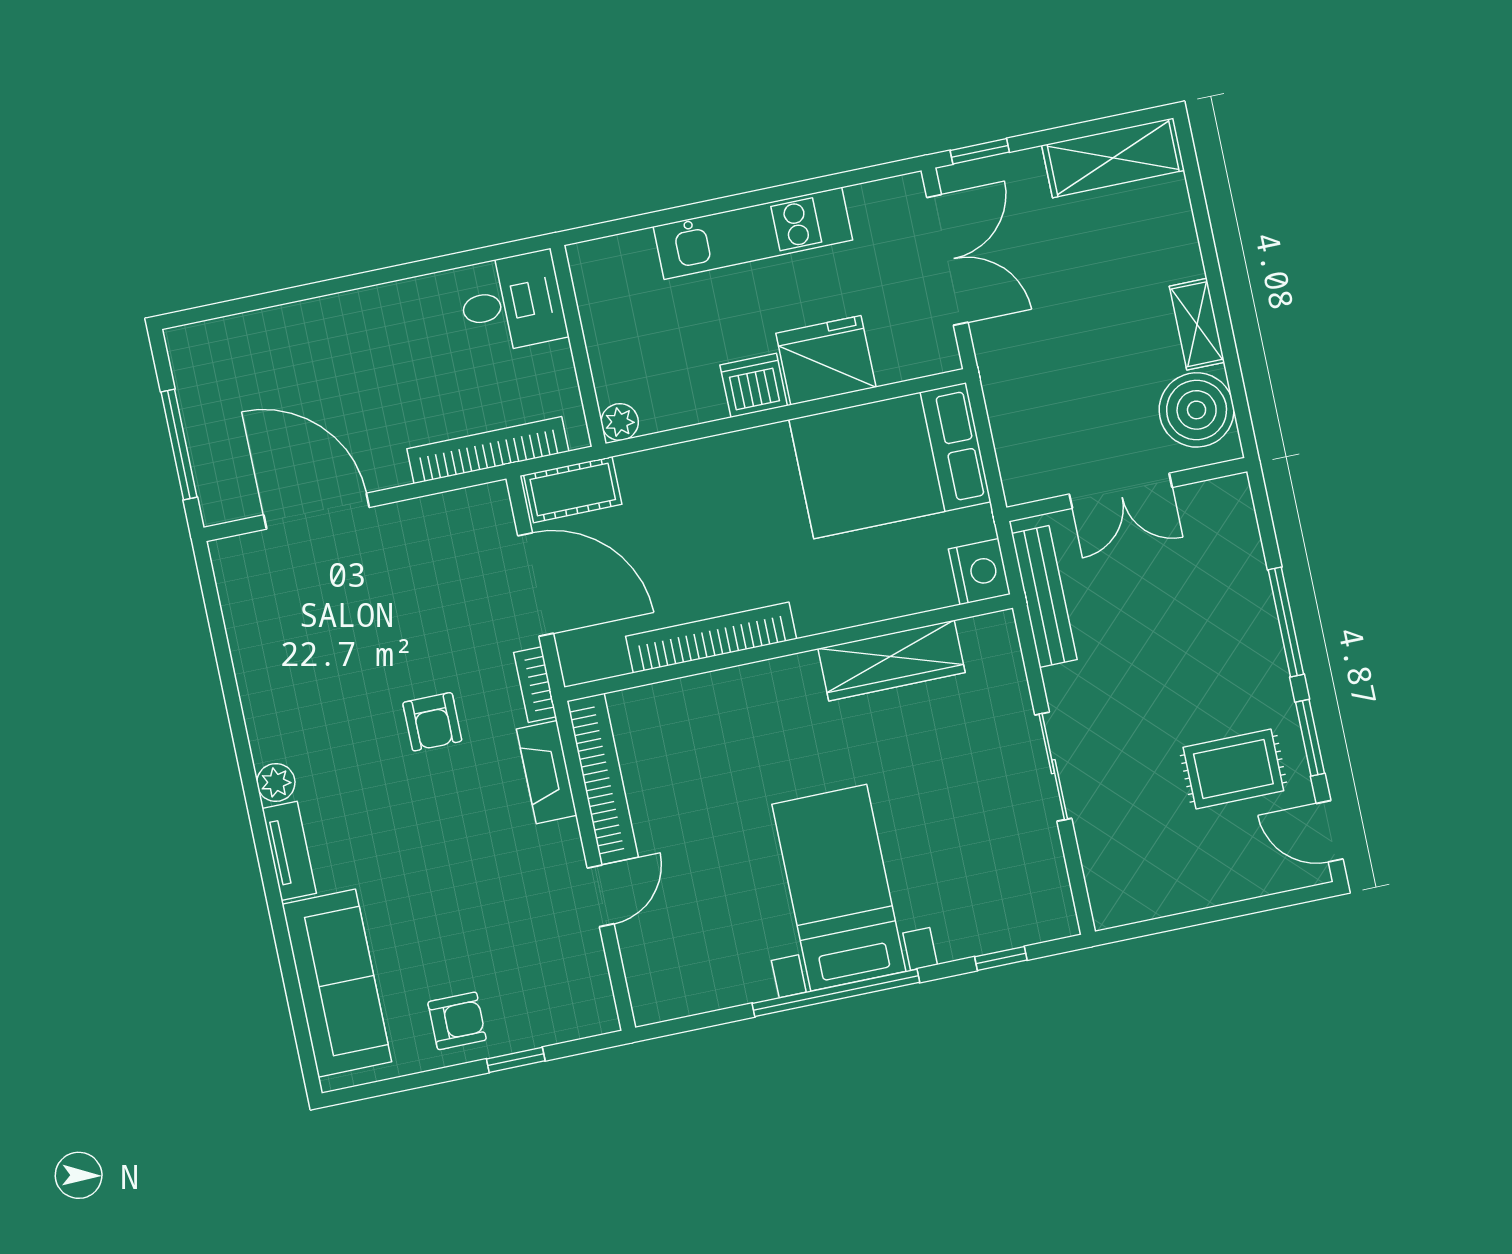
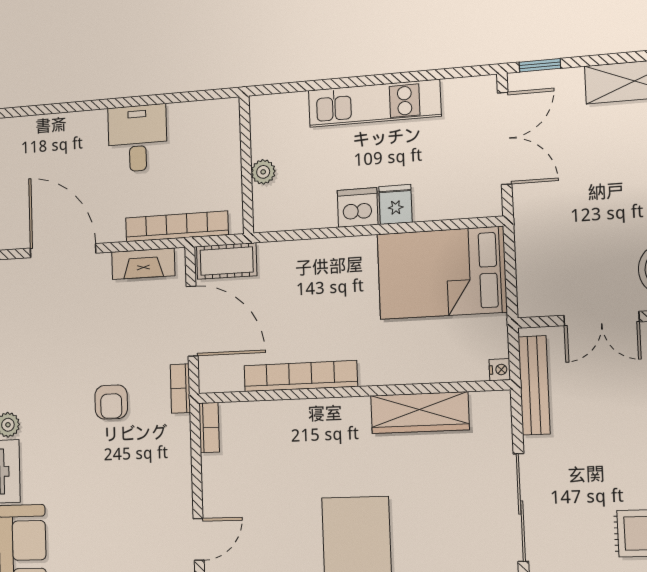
desk: (512, 302) -> (137, 138), moved, turned -90
fridge: (826, 360) -> (396, 204), width x0.53, depth x0.75
plant: (620, 422) -> (263, 172), moved
nightstand: (979, 572) -> (500, 370), width x0.53, depth x0.56
sliding door: (1053, 767) -> (521, 507), width x1.37
fireplace: (547, 772) -> (143, 264), moved, turned -90
bookcase: (603, 779) -> (209, 427), width x0.43, depth x0.76

